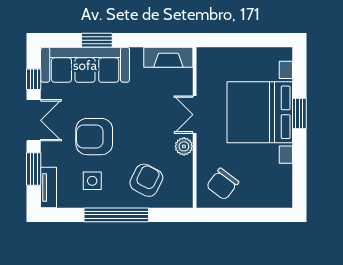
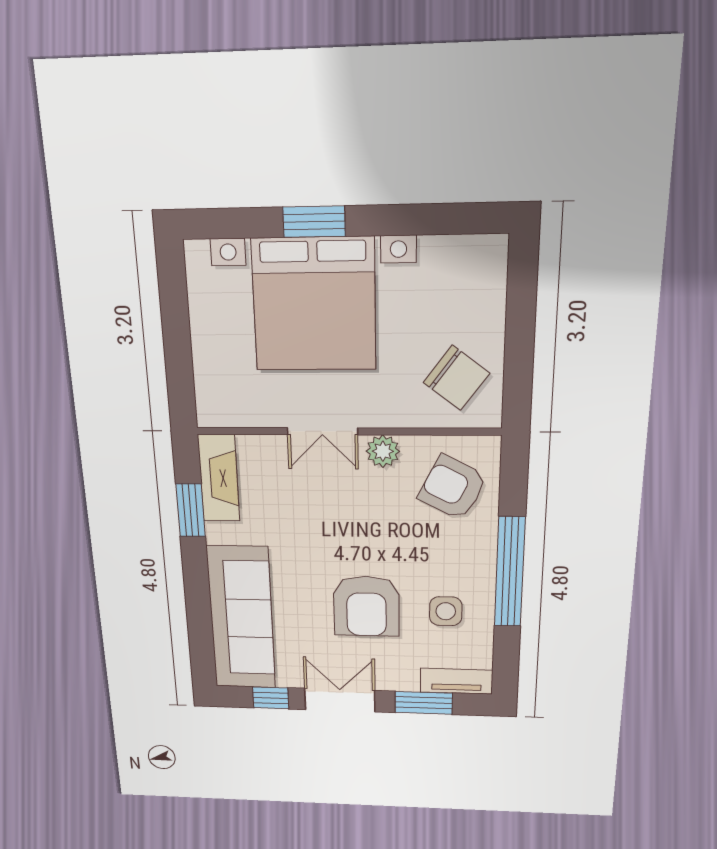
window: (97, 40) -> (191, 510), moved
armchair: (146, 180) -> (453, 488), moved

